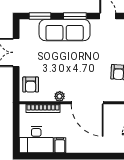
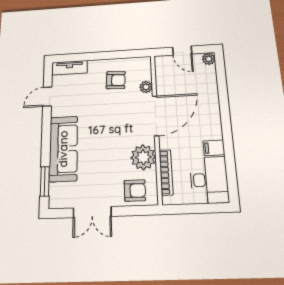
window: (75, 16) -> (46, 137), removed
plant: (60, 96) -> (143, 157), width x1.88, depth x1.88
plant: (111, 96) -> (146, 87), added

